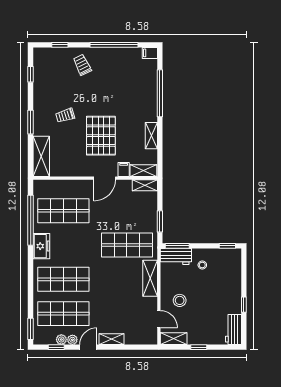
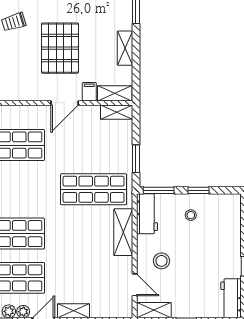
window: (227, 246) -> (198, 190), moved
workbench: (176, 256) -> (147, 214), moved, turned -90

